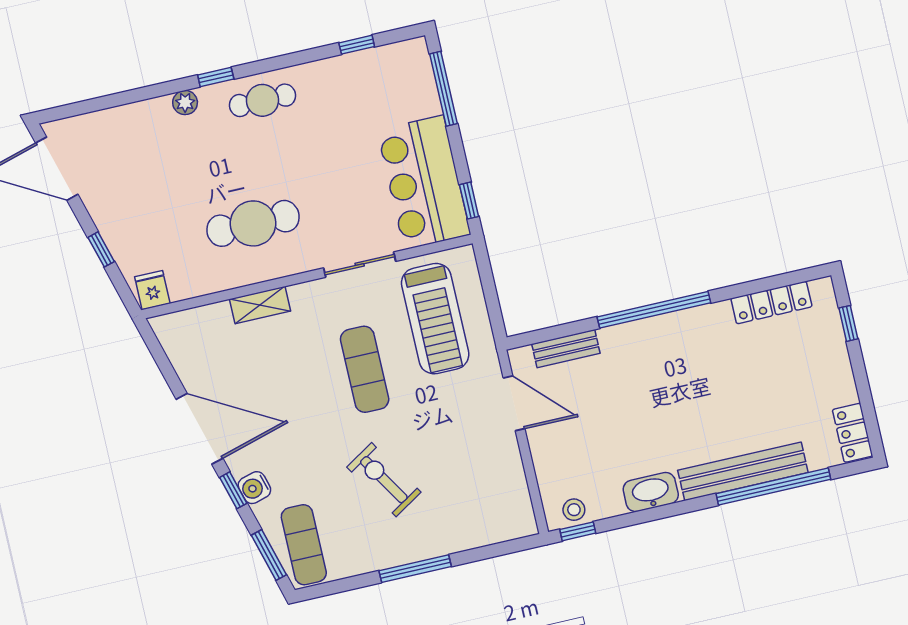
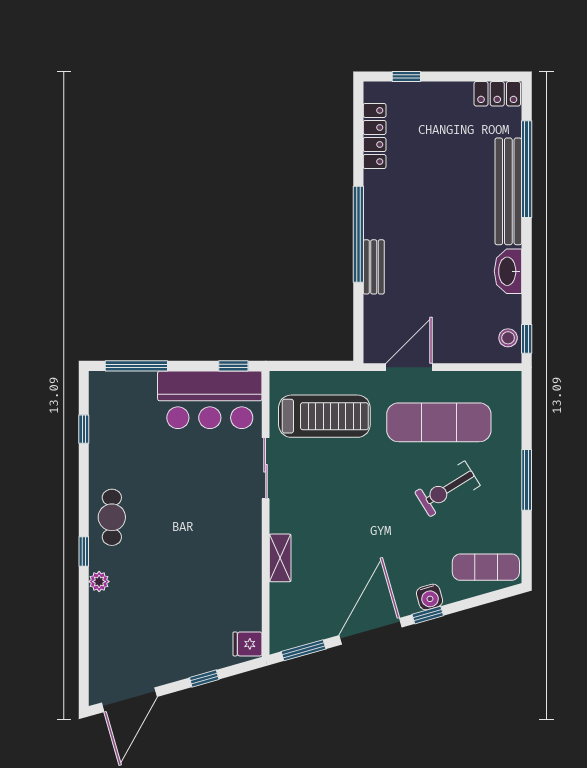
cafe table: (253, 223) -> (212, 548), removed
bench: (566, 349) -> (374, 267), moved
exercise mat: (365, 369) -> (439, 422), moved, width x1.36, depth x1.45
window: (269, 555) -> (304, 650), moved

